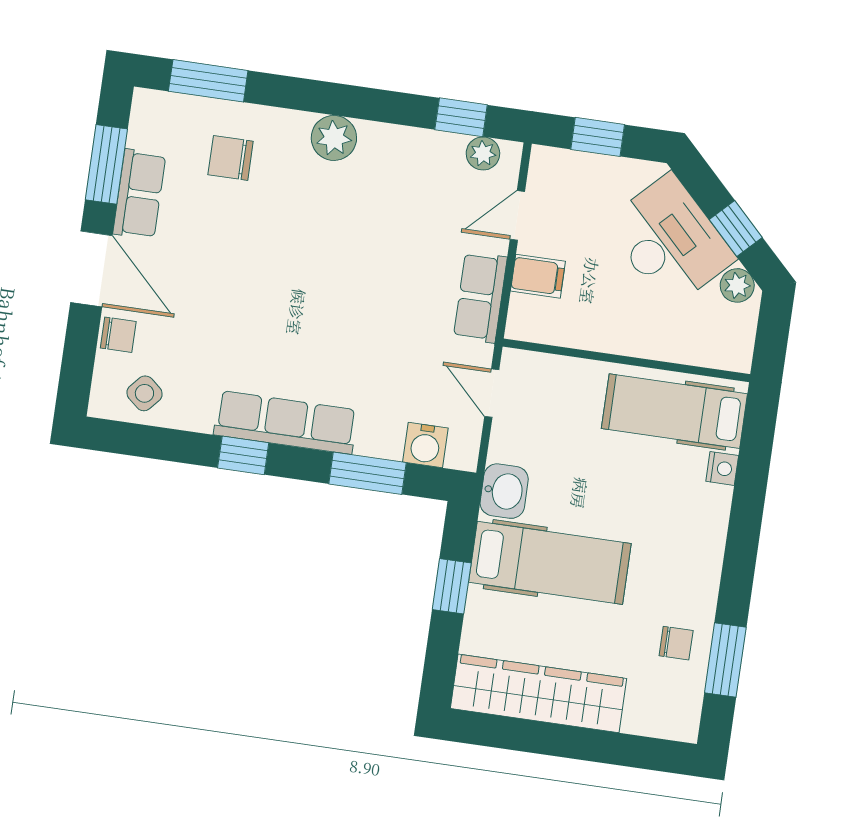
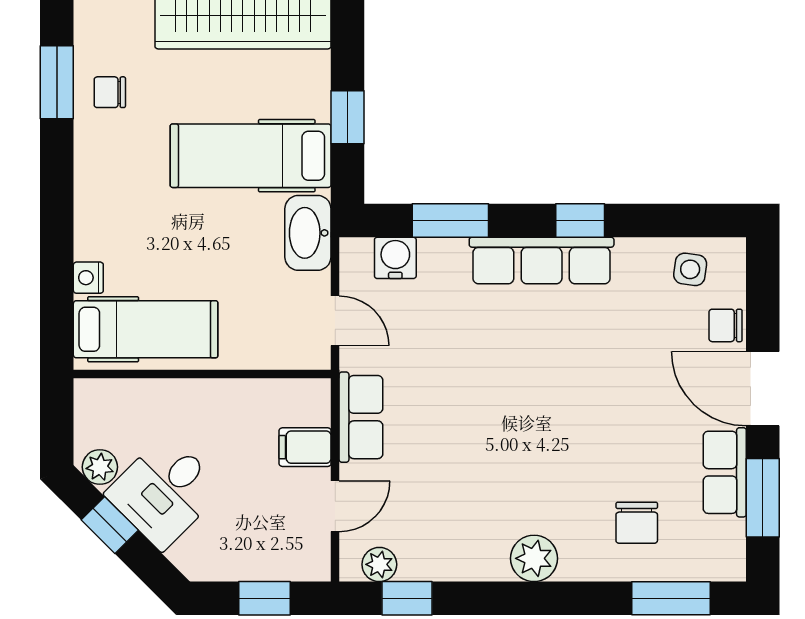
chair: (231, 158) -> (637, 523), turned 90
desk: (670, 241) -> (164, 492), width x0.73
side table: (144, 393) -> (690, 269), turned -33
washbasin: (504, 491) -> (308, 233), width x1.38

